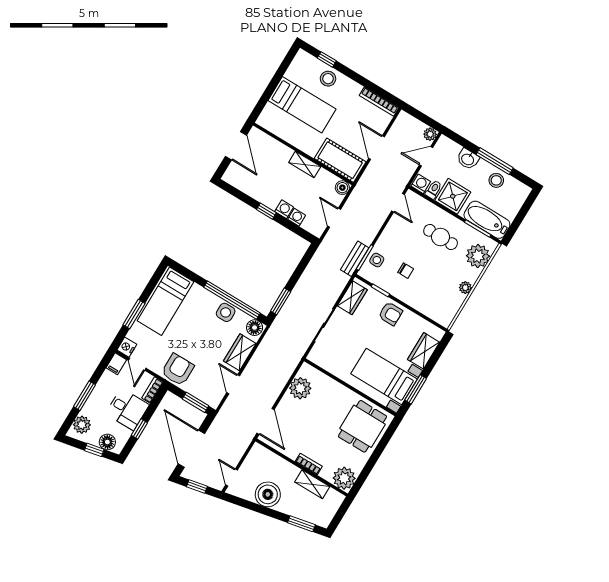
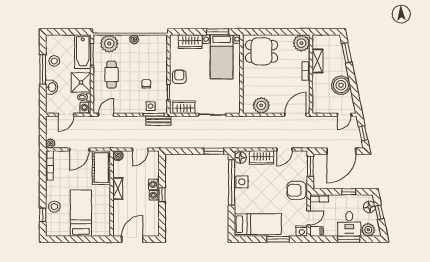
plant: (430, 134) -> (50, 143), moved
door: (426, 156) -> (66, 115), hinge flipped
washing machine: (297, 217) -> (154, 195), moved
desk: (127, 409) -> (349, 224), moved, turned 180

